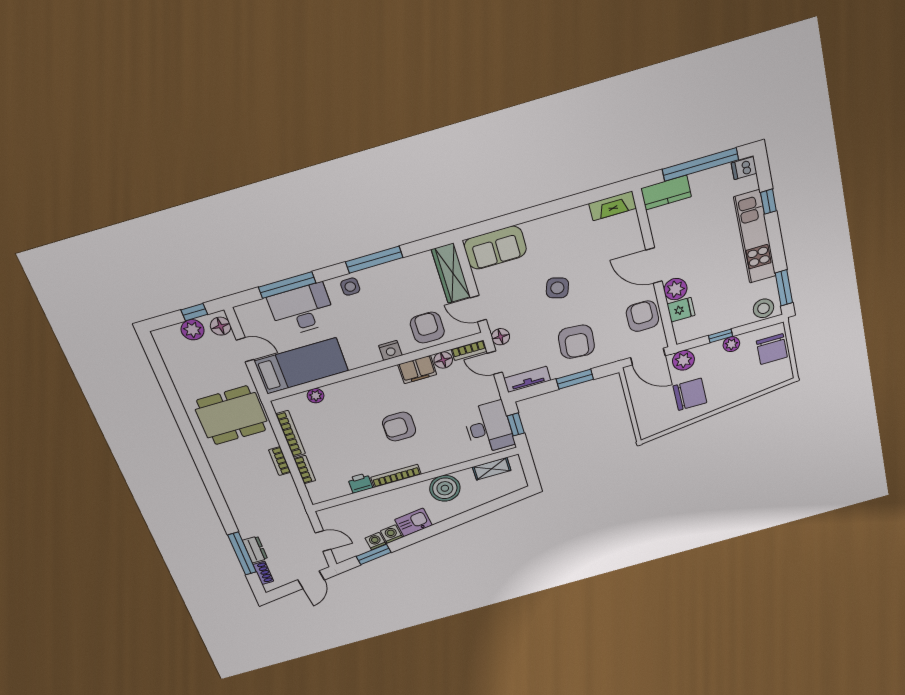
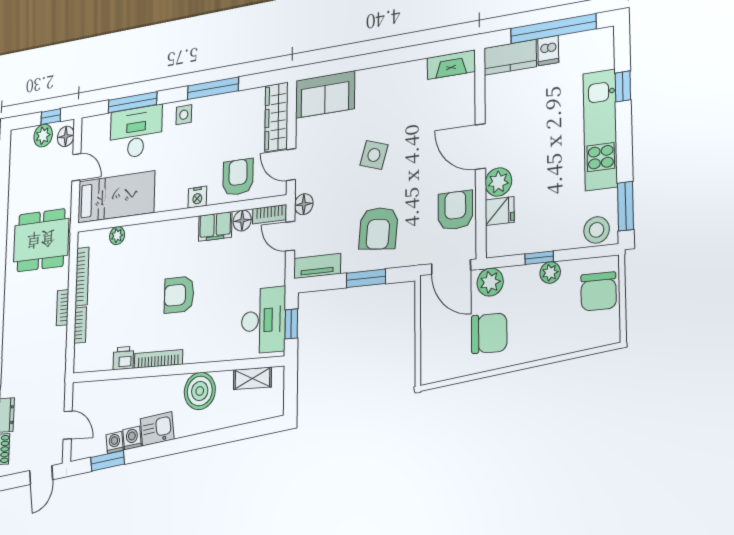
dishwasher: (744, 168) -> (548, 51), moved, turned -90

